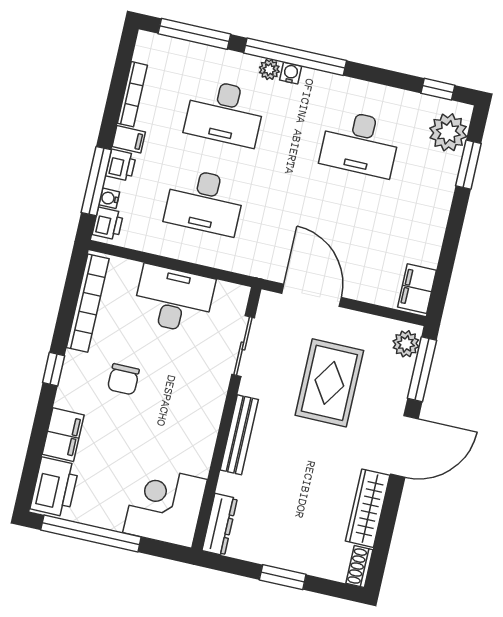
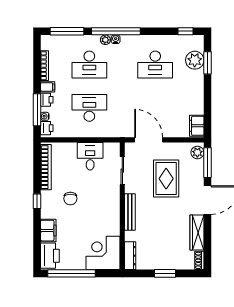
plant: (448, 132) -> (195, 60), moved
desk: (205, 202) -> (89, 108), turned 180
desk: (174, 299) -> (90, 156), width x0.73

